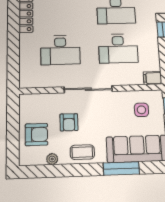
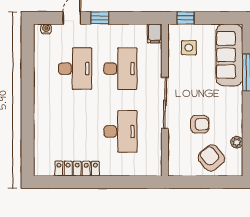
armchair: (36, 135) -> (211, 158), turned -39
coffee table: (82, 152) -> (231, 111), removed

